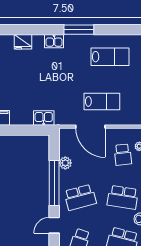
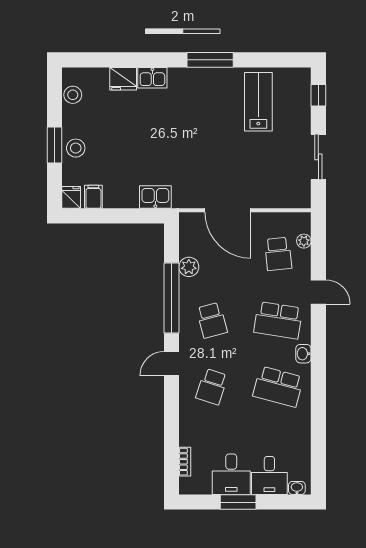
kitchen sink: (54, 41) -> (152, 78), moved
lab bench: (110, 57) -> (258, 102), turned -90
lab bench: (102, 101) -> (246, 171), removed
school desk: (80, 197) -> (212, 320), width x0.54

